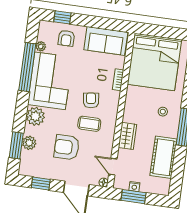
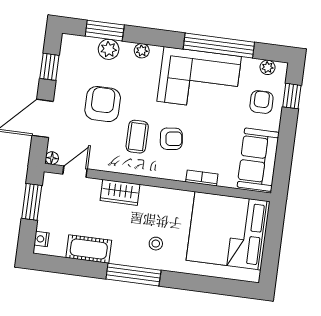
armchair: (66, 38) -> (261, 102), turned 90
plant: (41, 46) -> (268, 67), moved
plant: (35, 116) -> (142, 51), width x0.53, depth x0.53
cot: (163, 157) -> (89, 249), width x0.73, depth x0.75
nightstand: (134, 187) -> (41, 239), moved

